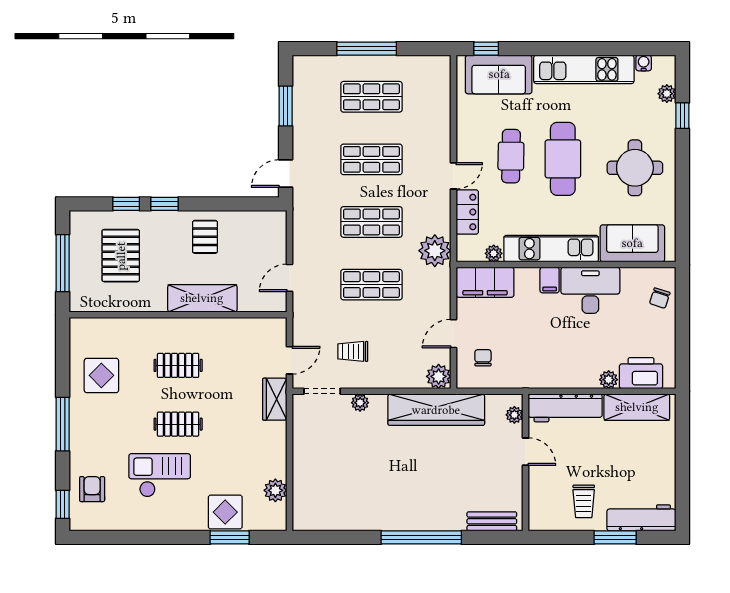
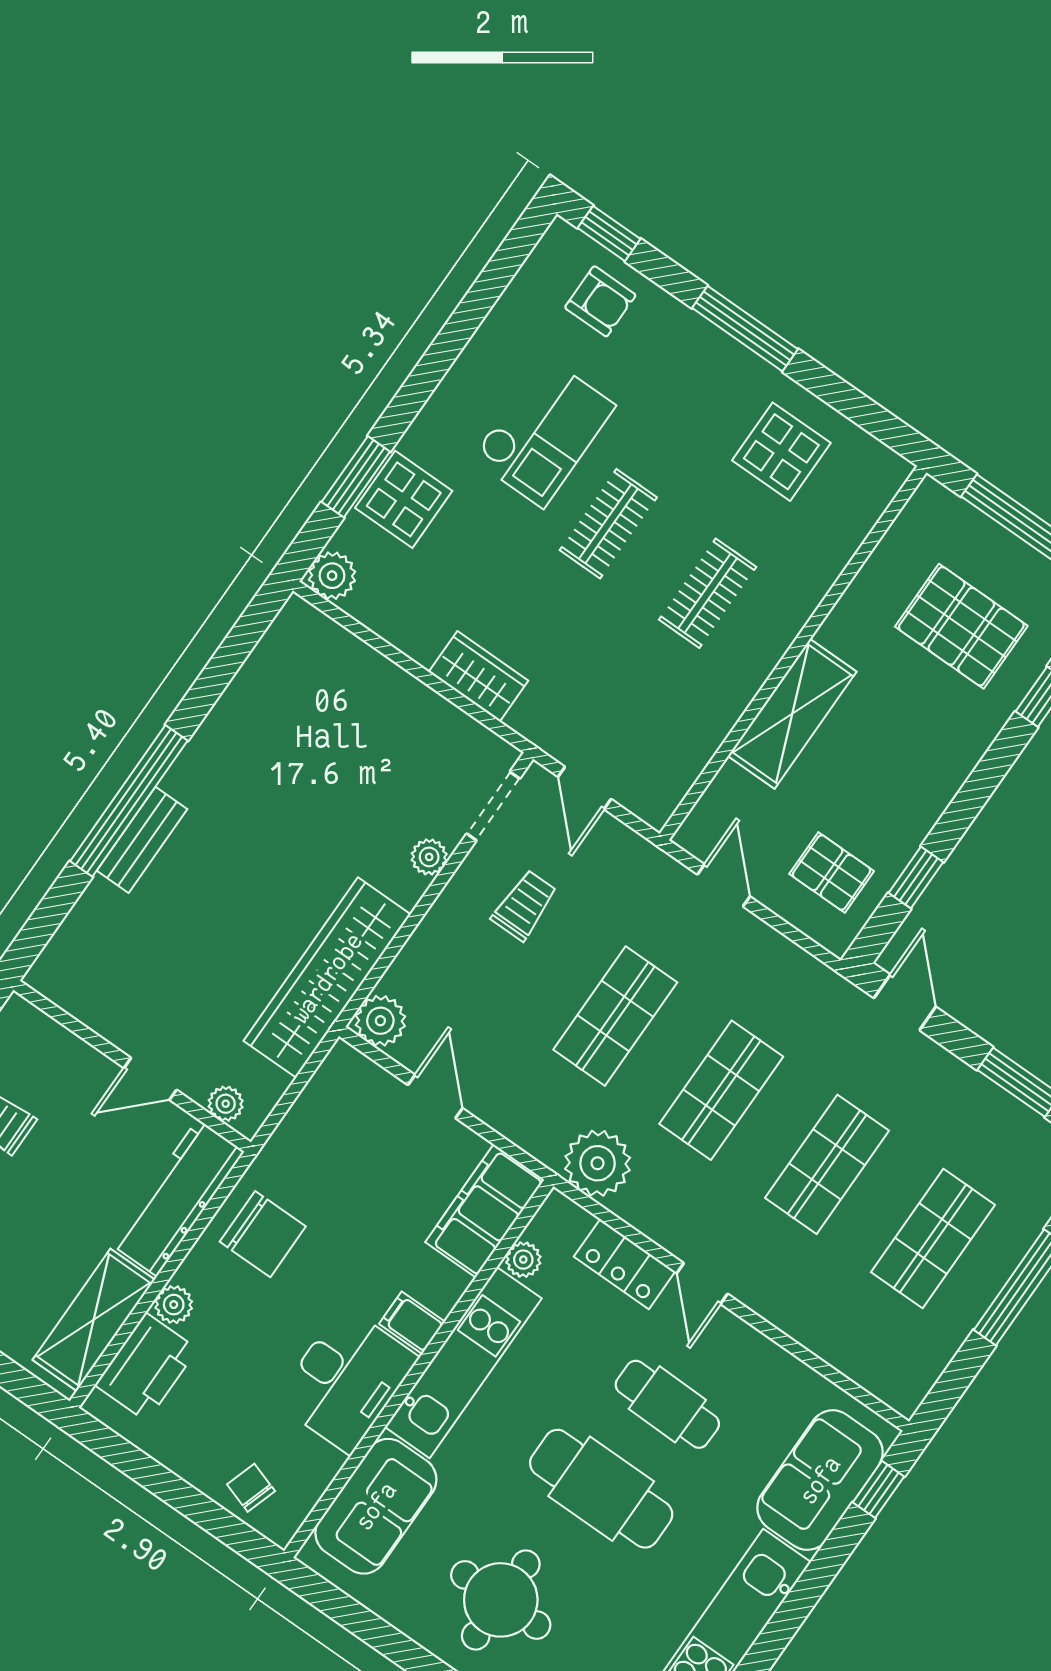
window: (165, 204) -> (916, 877), moved
pallet: (205, 237) -> (832, 873), moved
chair: (483, 358) -> (263, 1234), moved, width x1.87, depth x1.87
wardrobe: (275, 399) -> (478, 676), moved
plant: (275, 490) -> (332, 576), moved
bench: (492, 521) -> (142, 840), moved

